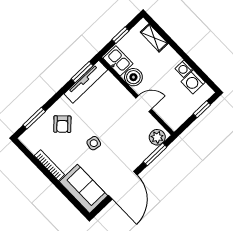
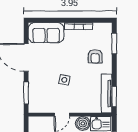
armchair: (62, 124) -> (95, 56), turned -135
plant: (157, 137) -> (35, 104), removed
side table: (94, 143) -> (64, 80), moved

